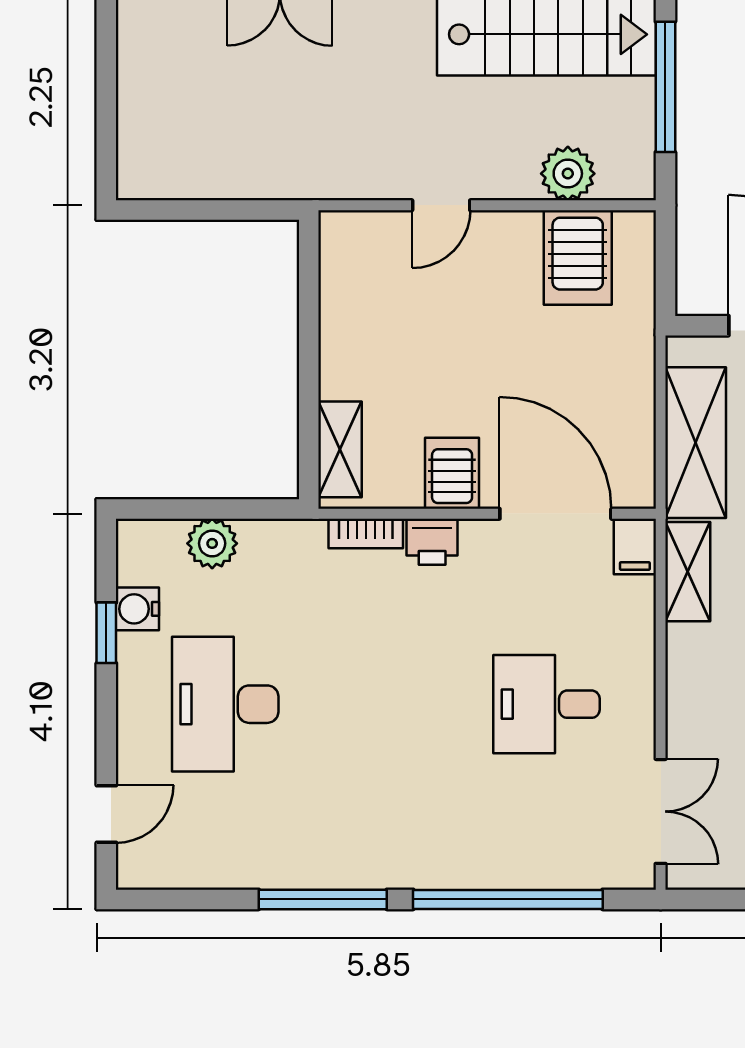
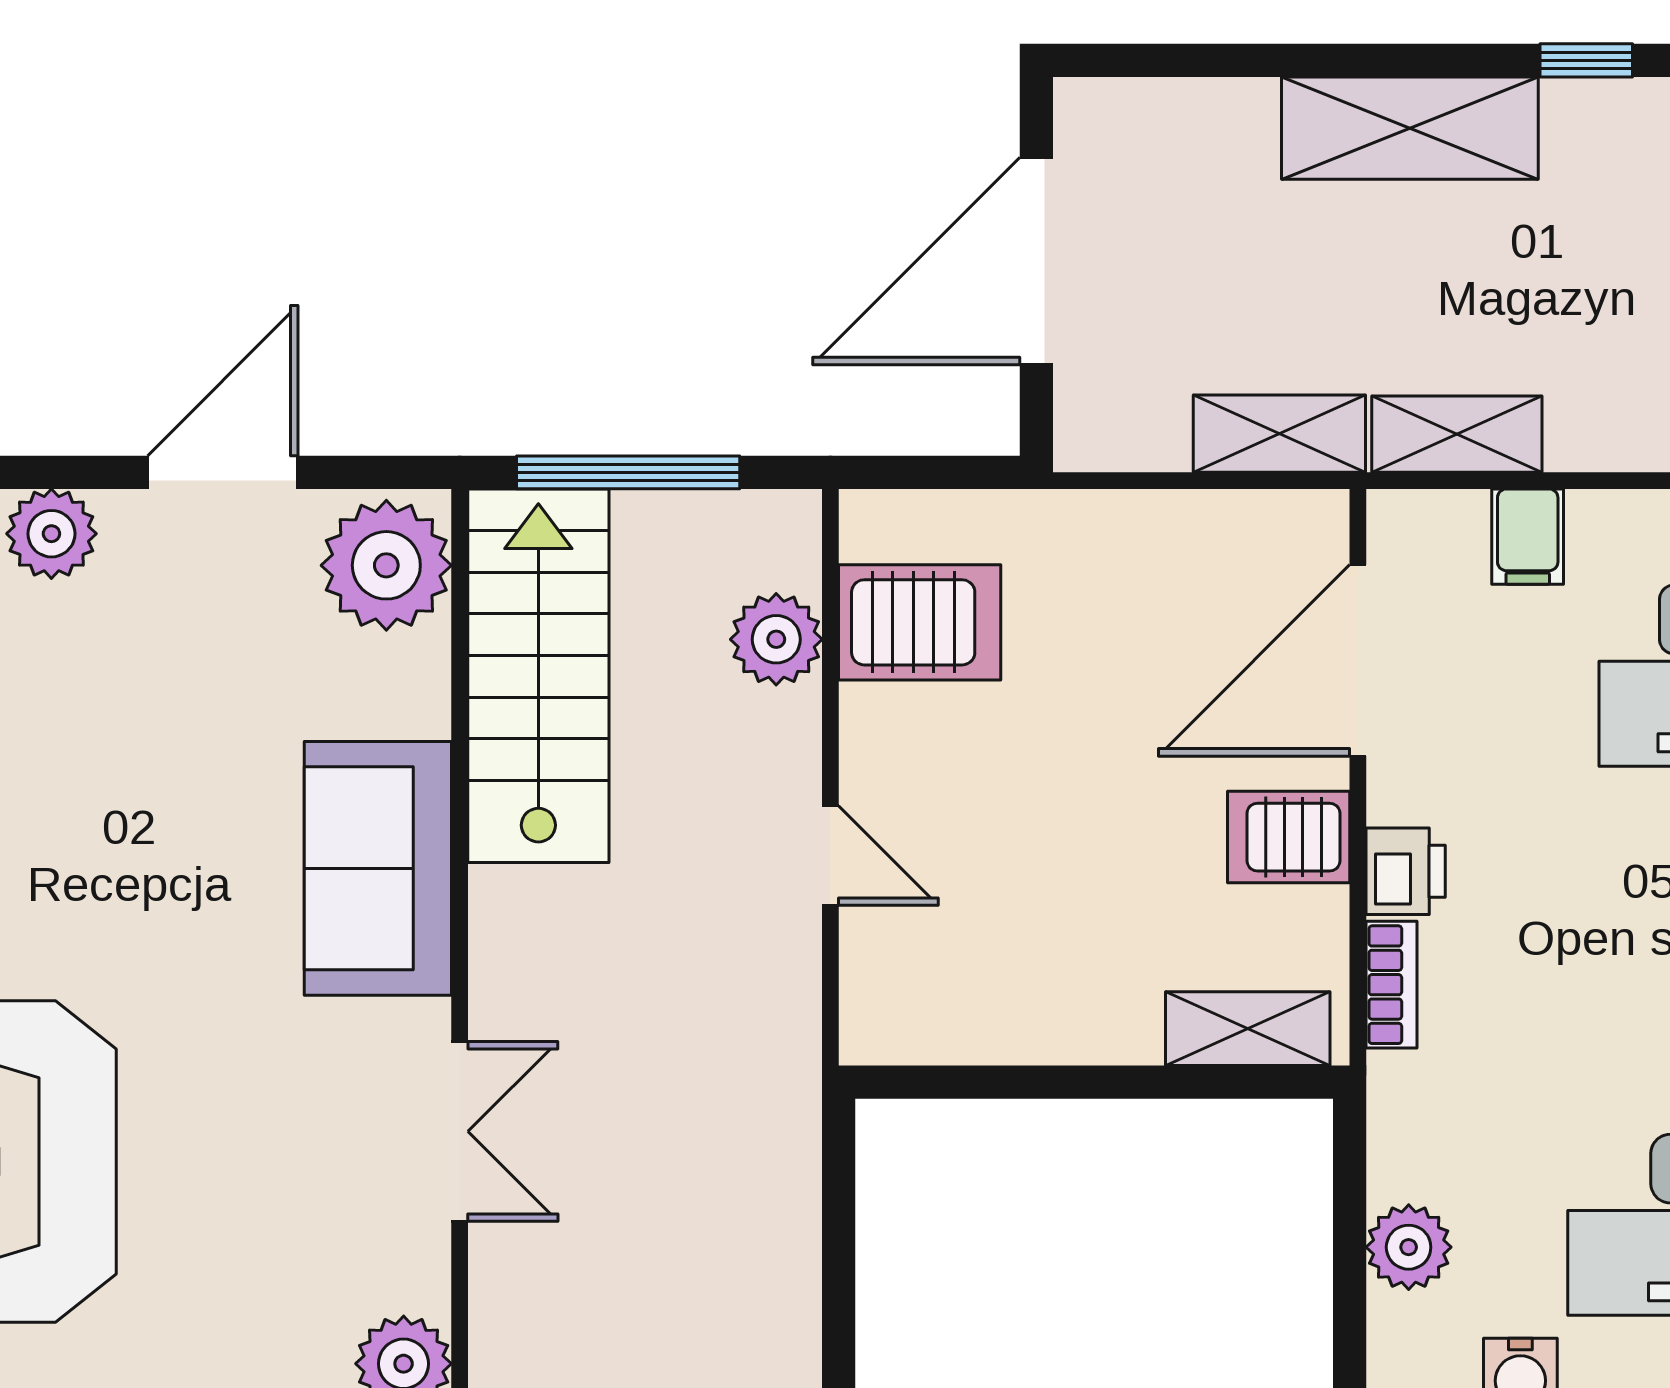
shelving: (696, 443) -> (1279, 434), width x0.67, depth x0.75
filing cabinet: (635, 547) -> (1528, 537), moved, turned 90

